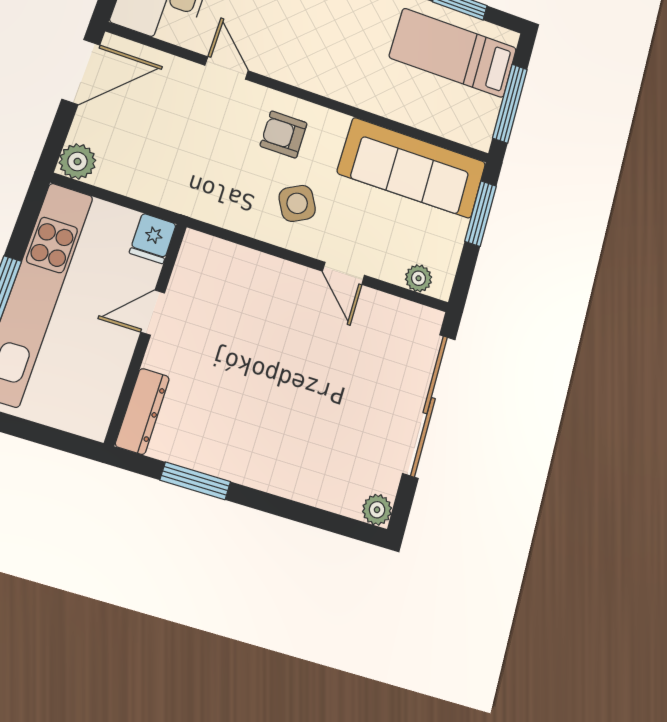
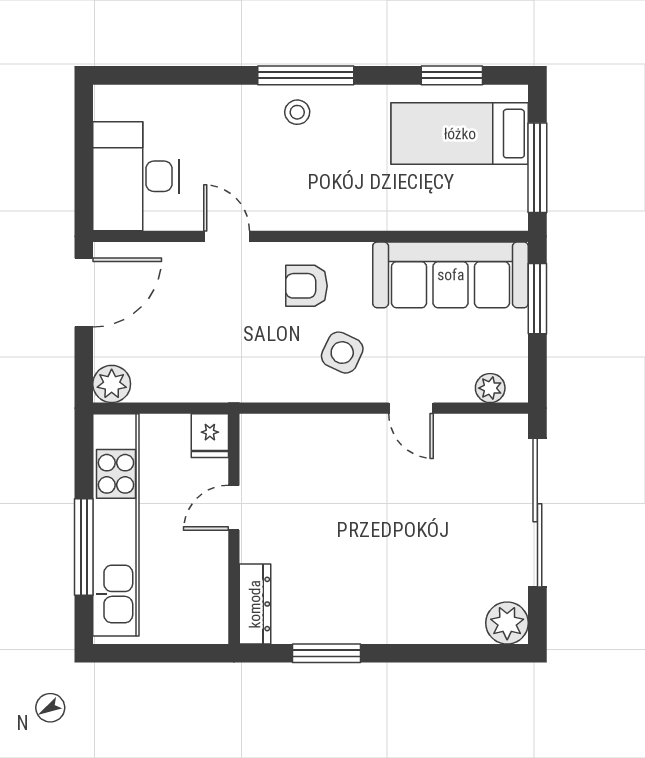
side table: (297, 203) -> (342, 353), turned -37
plant: (377, 510) -> (507, 623), width x1.38, depth x1.38

